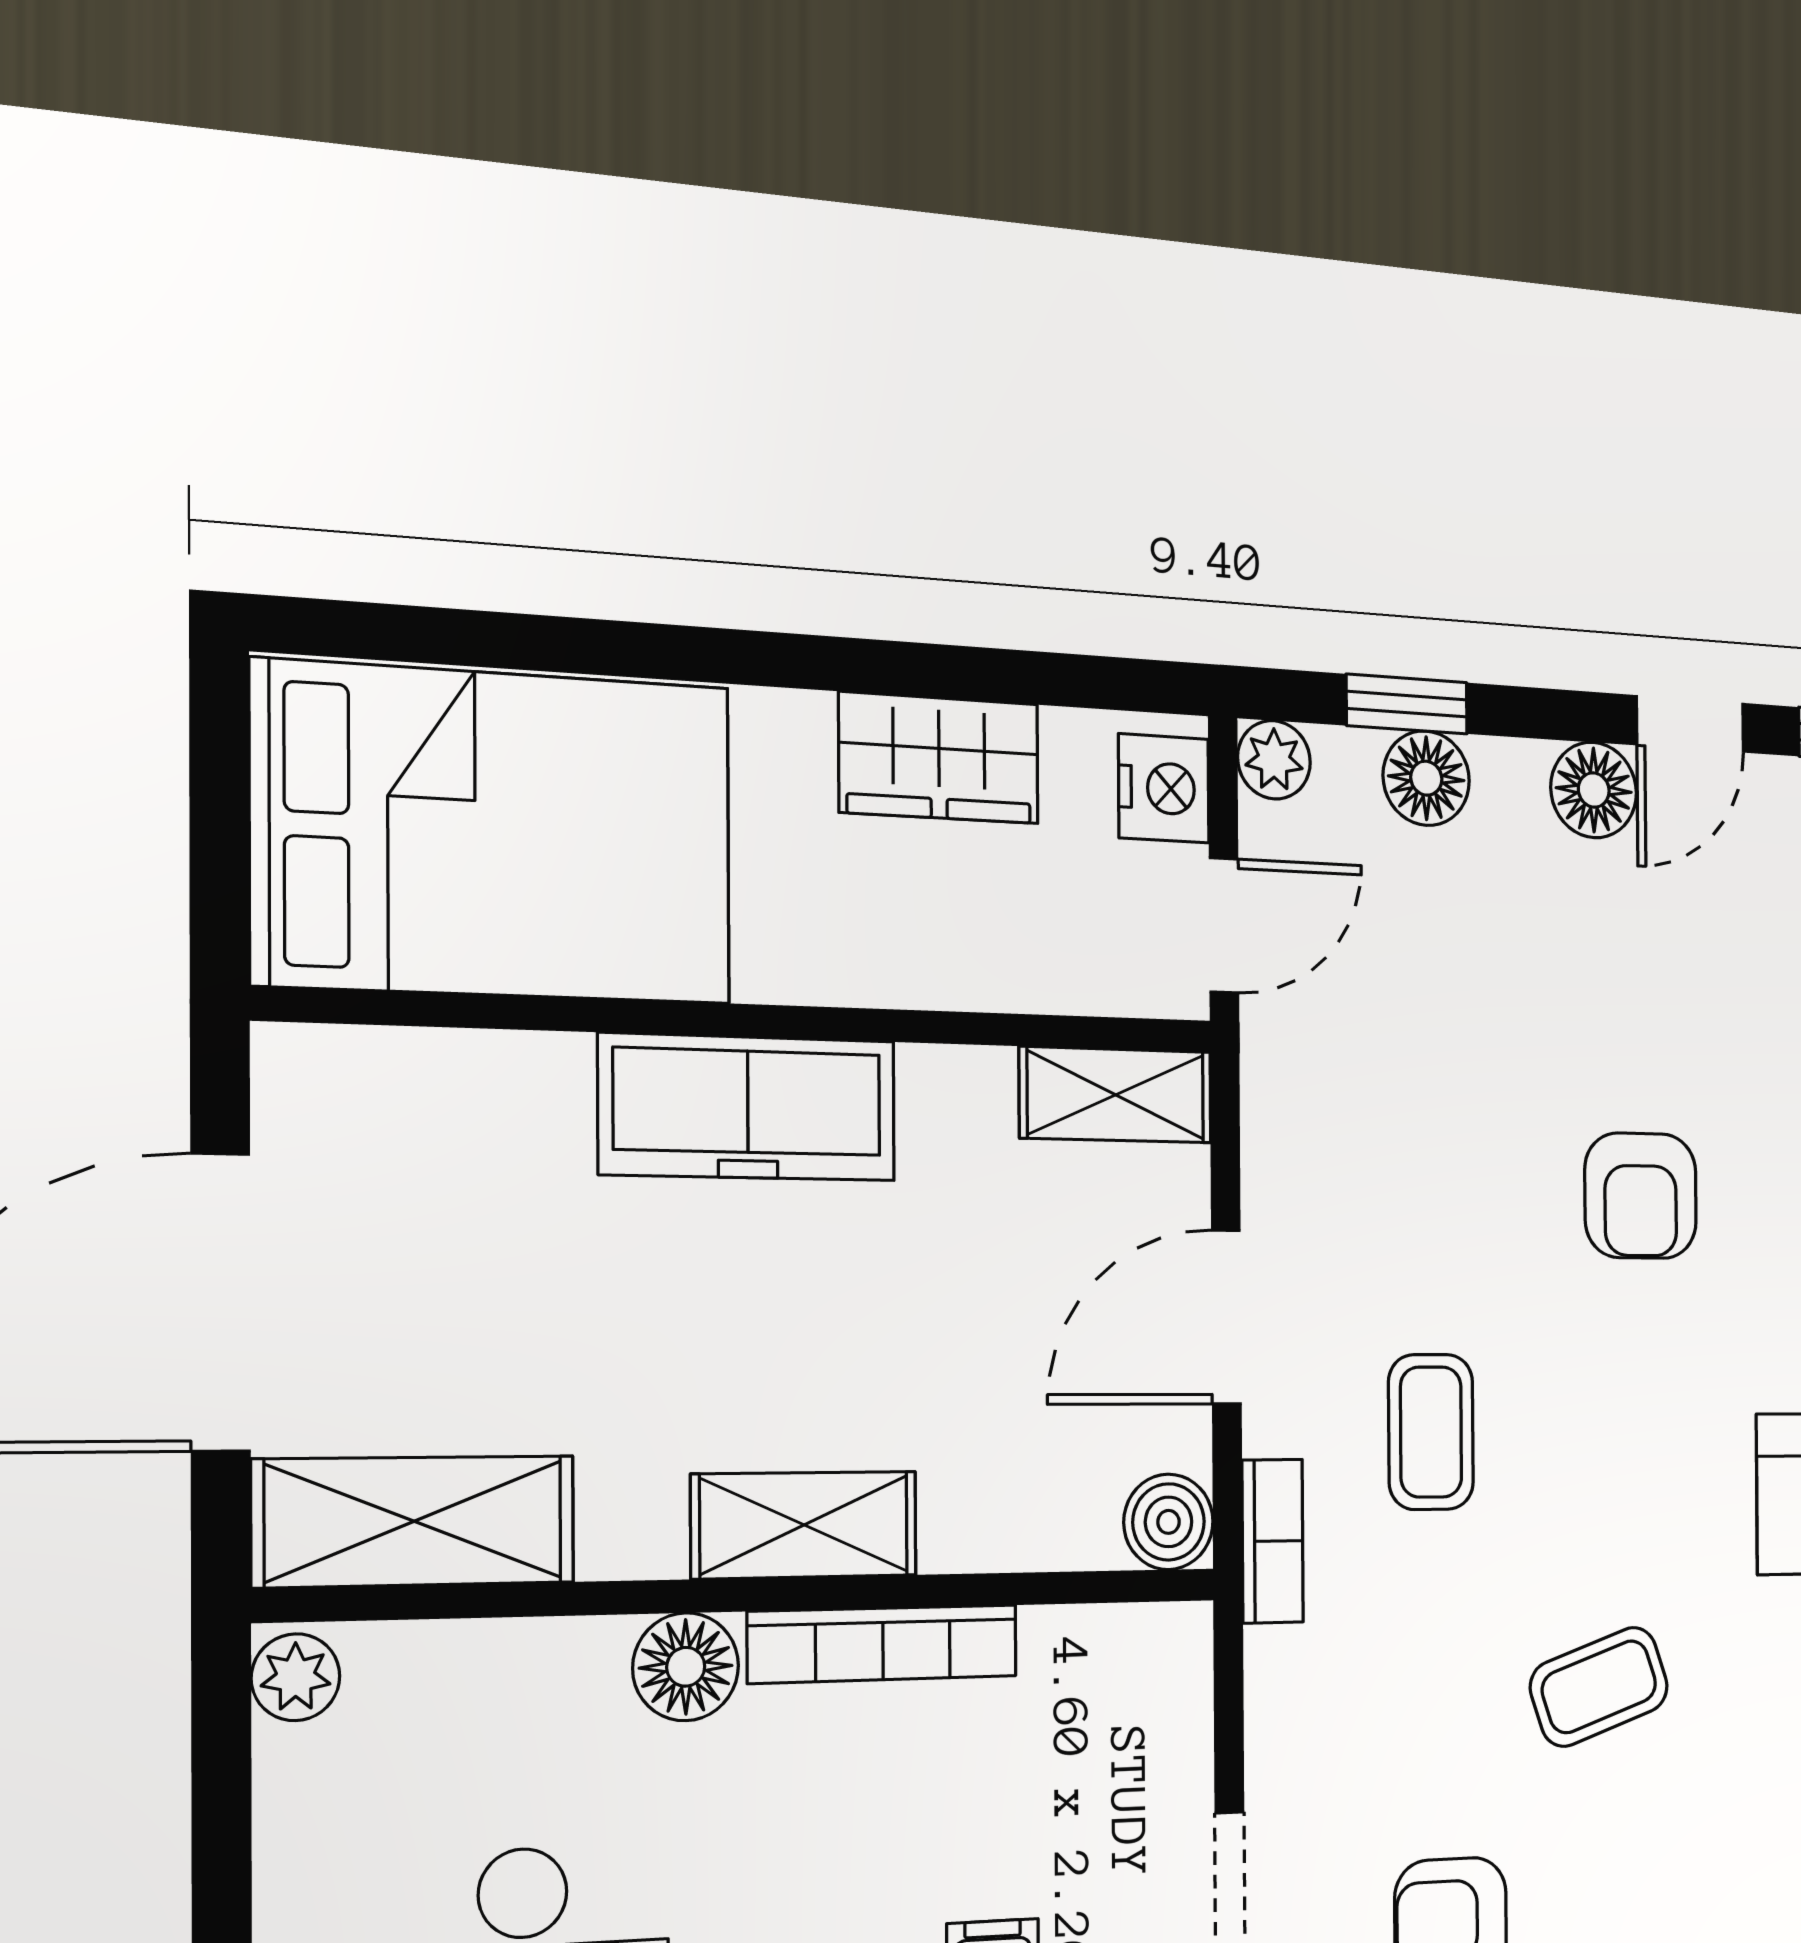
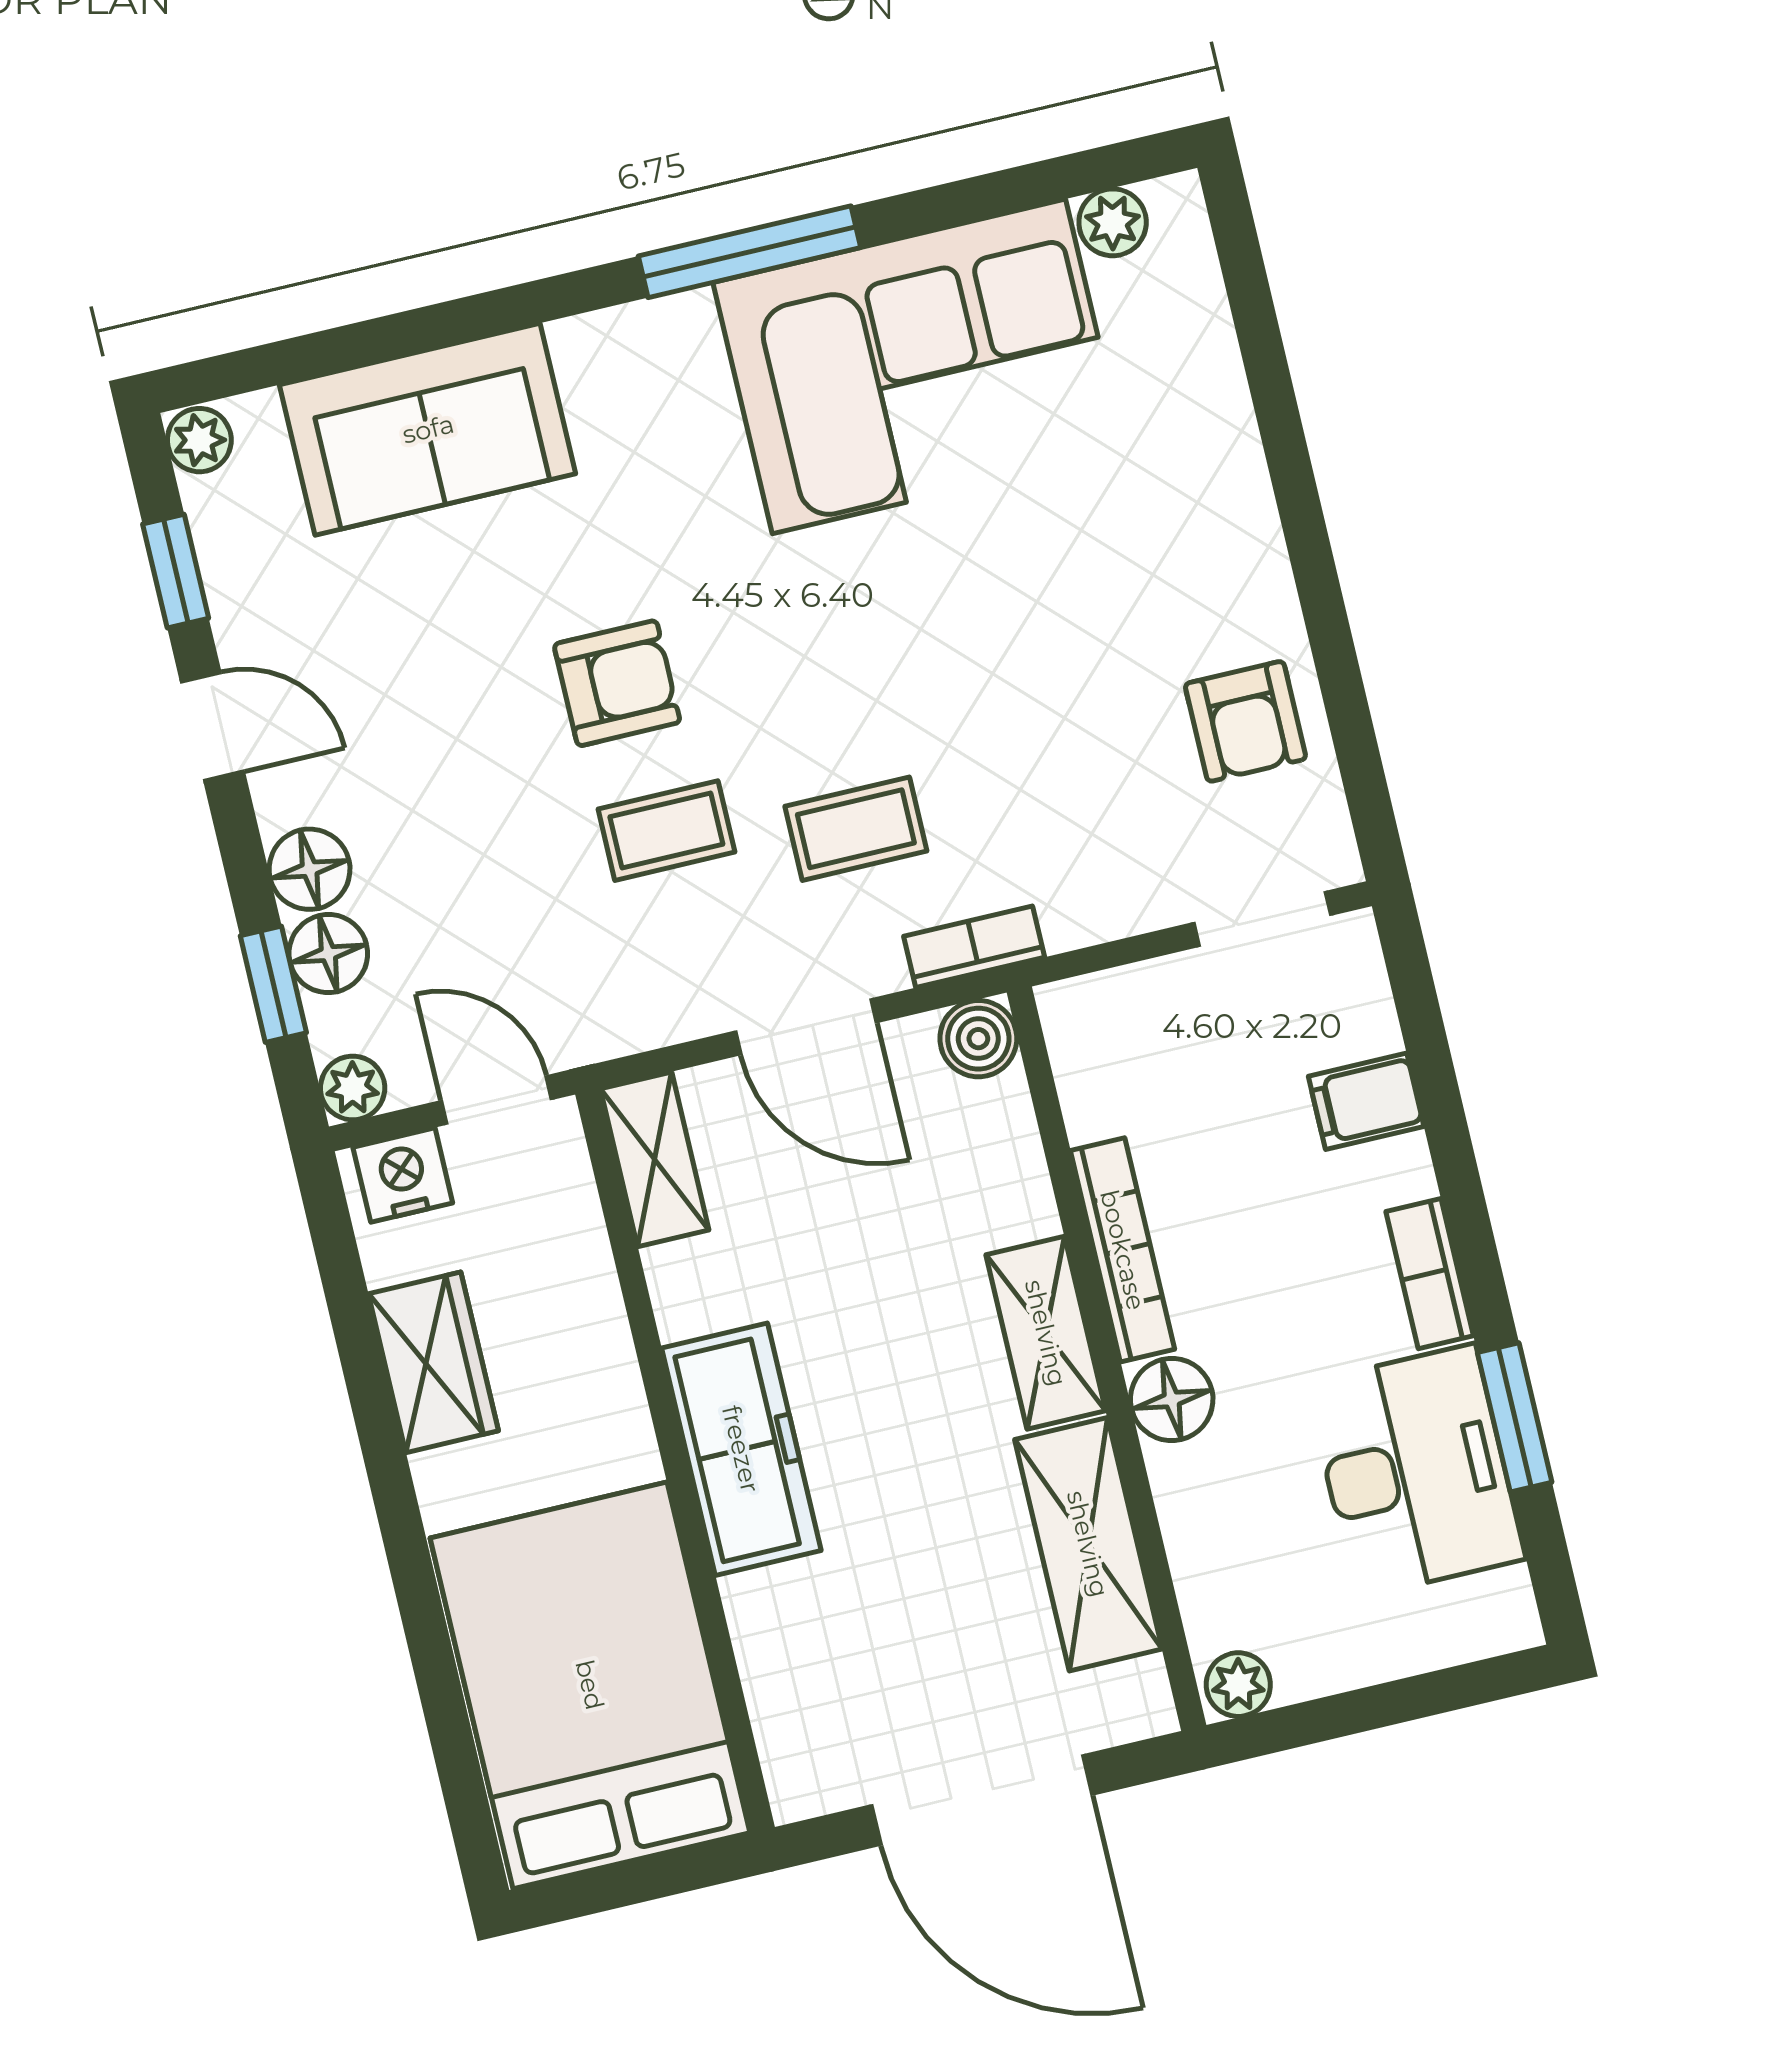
floor lamp: (1594, 790) -> (310, 869), moved
shelving: (414, 1521) -> (1088, 1544), moved
coffee table: (1599, 1687) -> (666, 831), moved, turned -71

